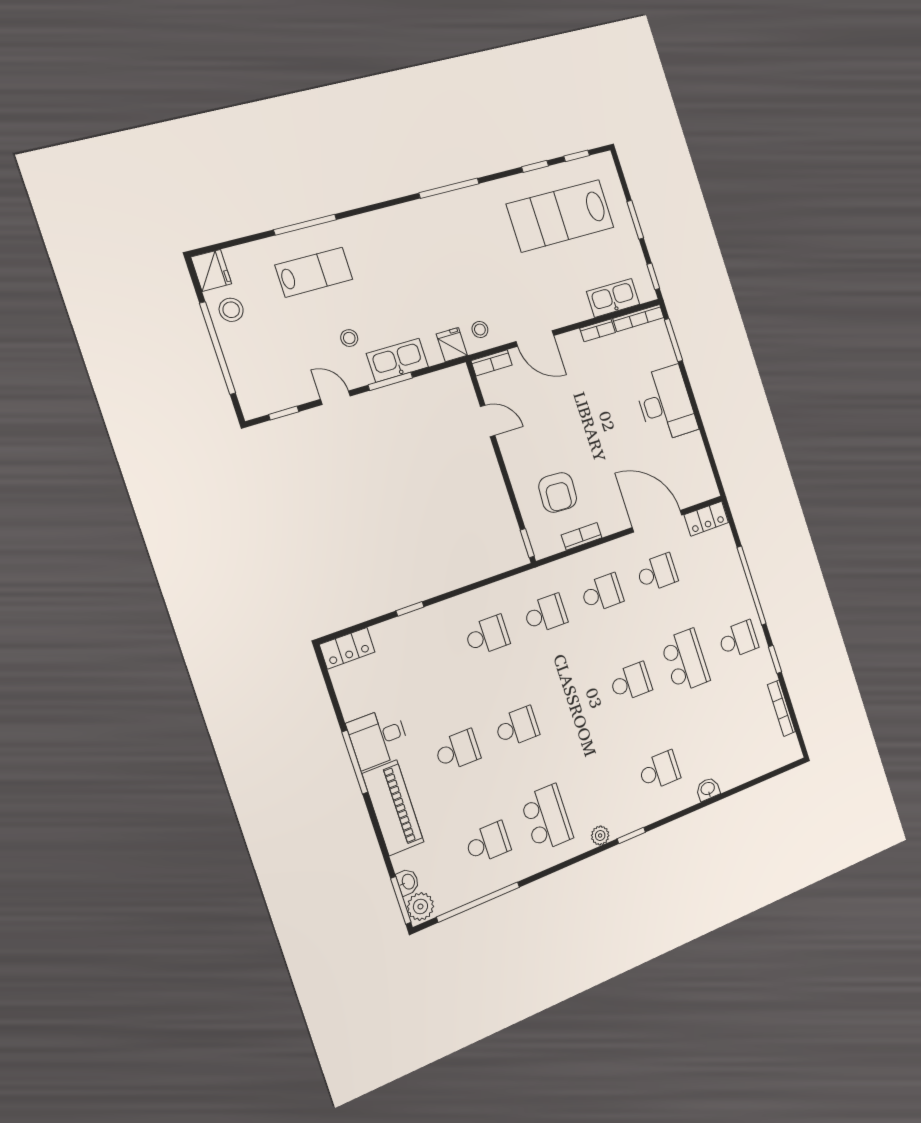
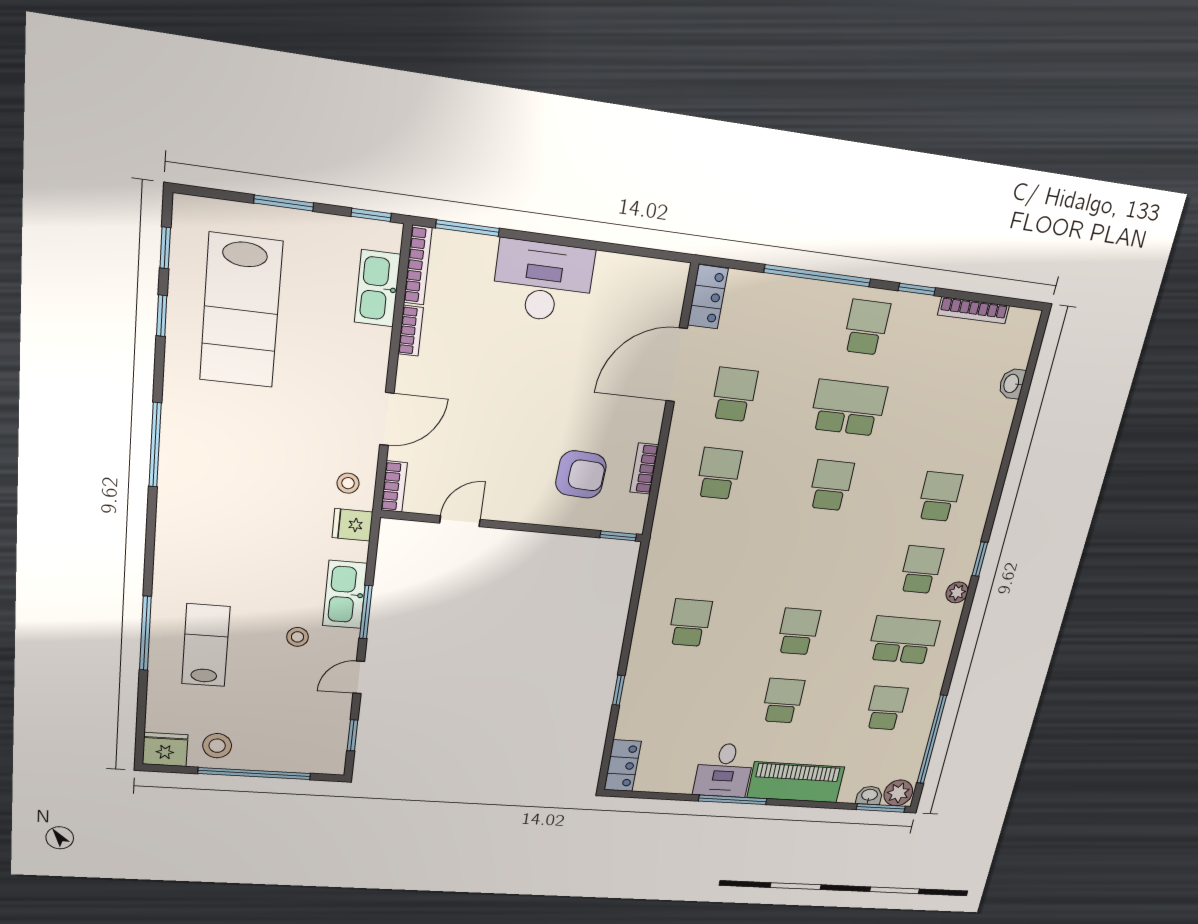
school desk: (545, 614) -> (921, 570), moved
washbasin: (708, 789) -> (1012, 384), moved

